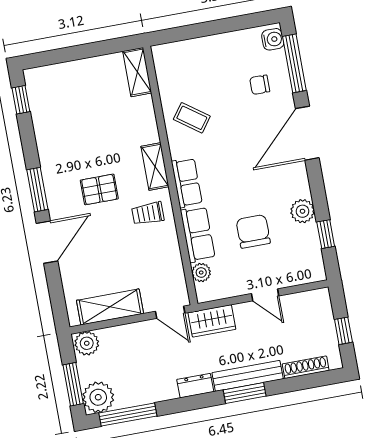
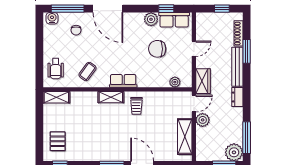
wheelchair: (187, 62) -> (56, 69), added
pallet: (99, 189) -> (58, 141), moved
row of seats: (198, 234) -> (174, 20), moved, turned 180
plant: (87, 343) -> (203, 120), moved
window: (245, 393) -> (247, 51), moved

